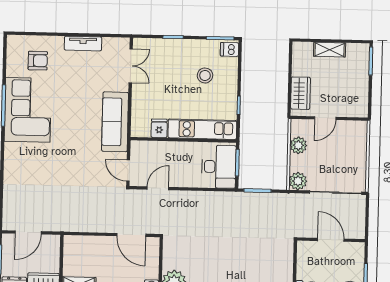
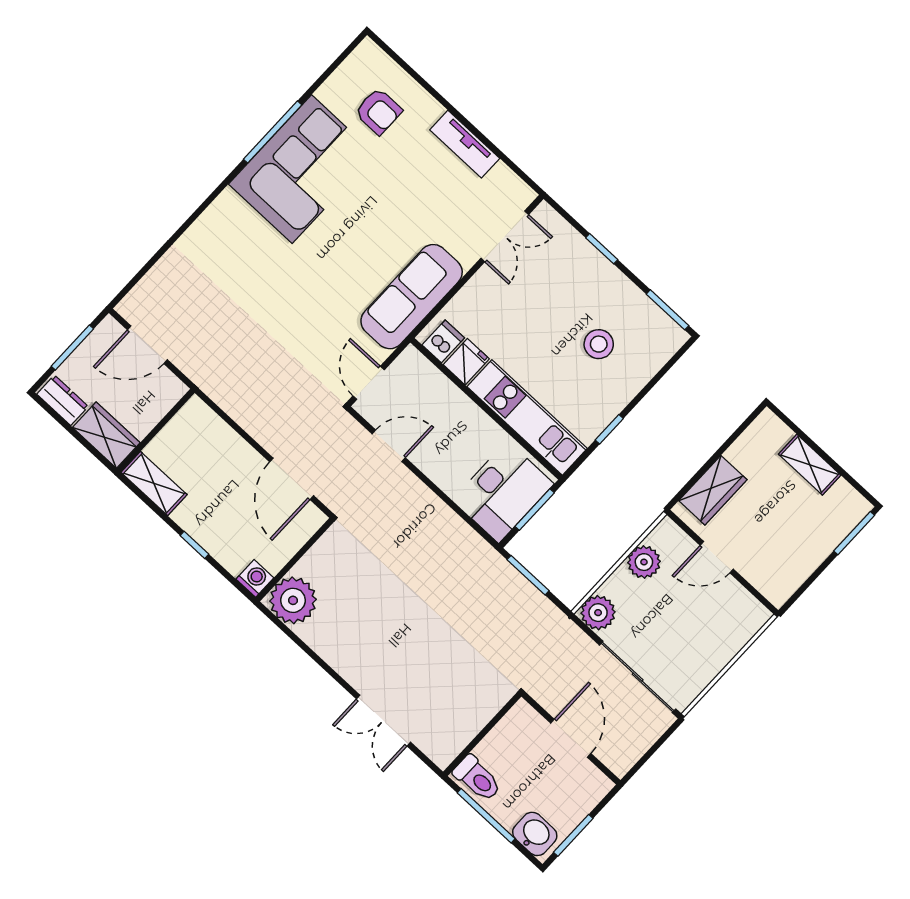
dishwasher: (230, 49) -> (443, 341), moved, turned 90

